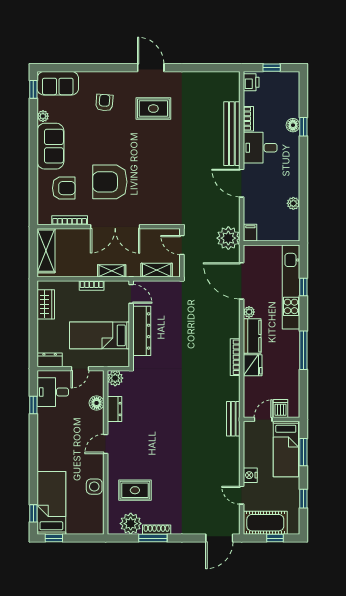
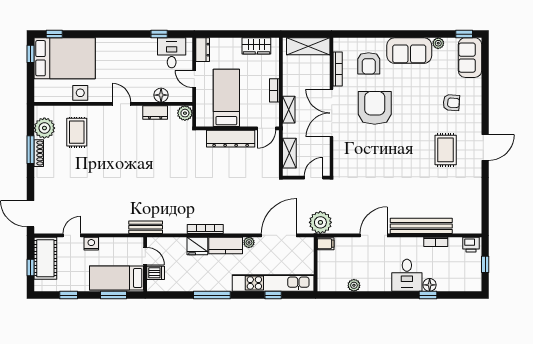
desk: (260, 148) -> (407, 275), moved, turned 180
bed: (51, 503) -> (65, 58), width x1.50

